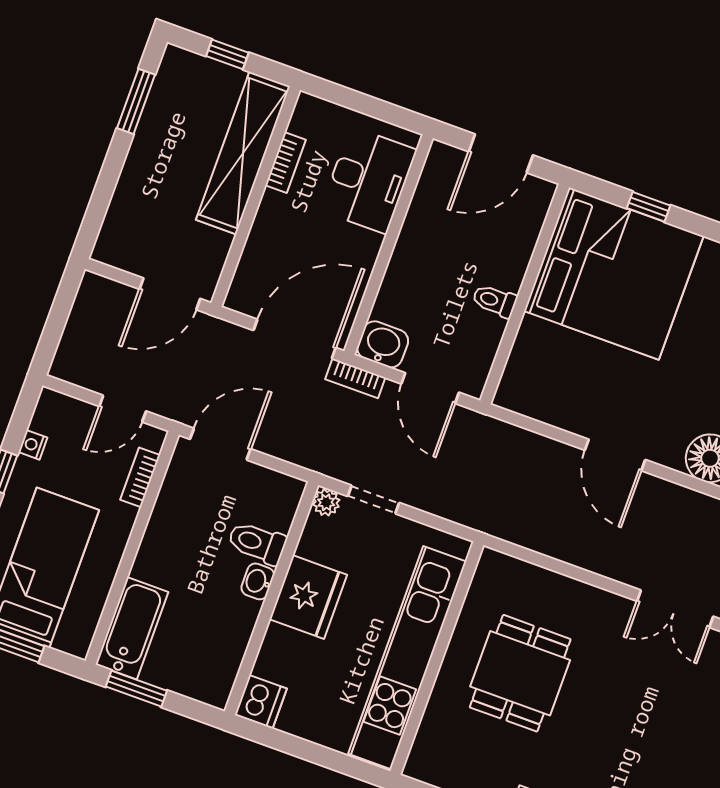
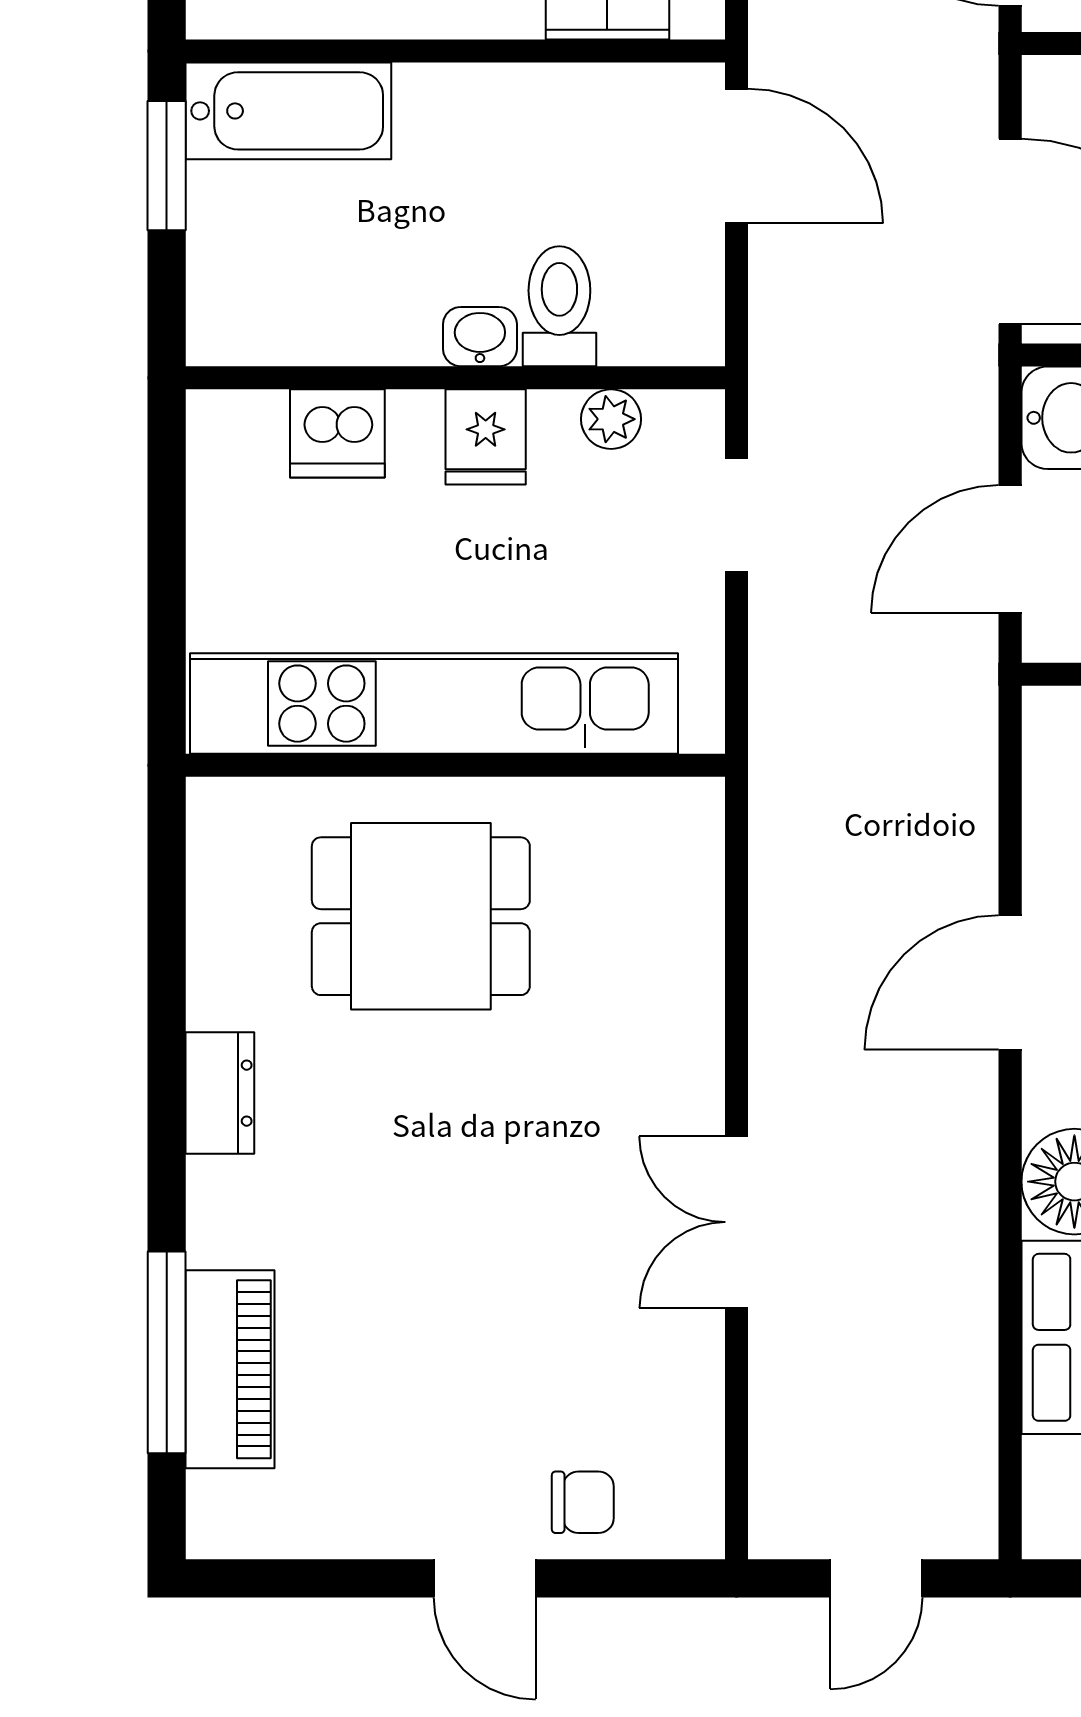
bookcase: (355, 378) -> (974, 386), removed
plant: (326, 502) -> (611, 419), moved
fridge: (308, 597) -> (486, 437), width x0.53, depth x0.75
dining table: (520, 673) -> (421, 916), moved
dishwasher: (261, 702) -> (337, 433), moved

